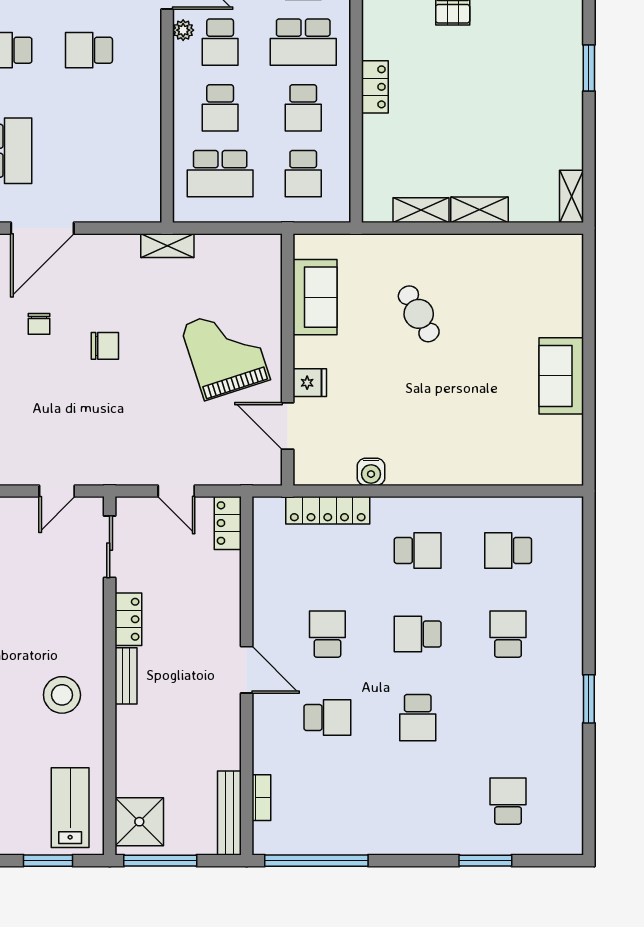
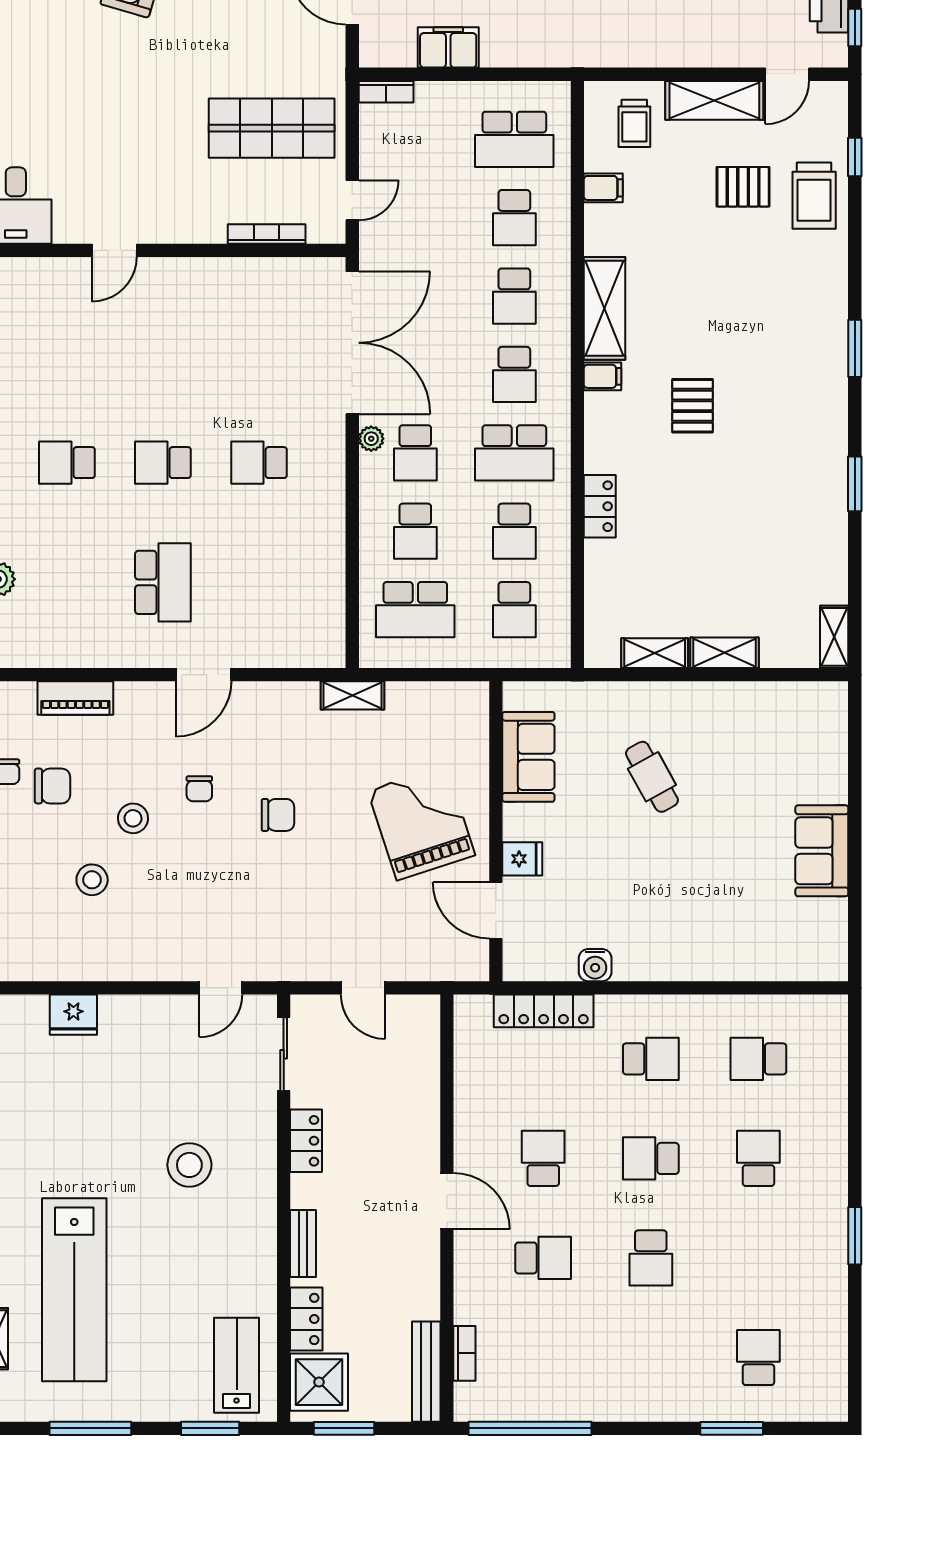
door: (42, 228) -> (203, 675), width x0.73
locker: (228, 523) -> (306, 1319), moved, turned 180
bench: (126, 676) -> (303, 1244), moved
stool: (62, 695) -> (189, 1165), moved
window: (160, 861) -> (344, 1428), width x0.69

